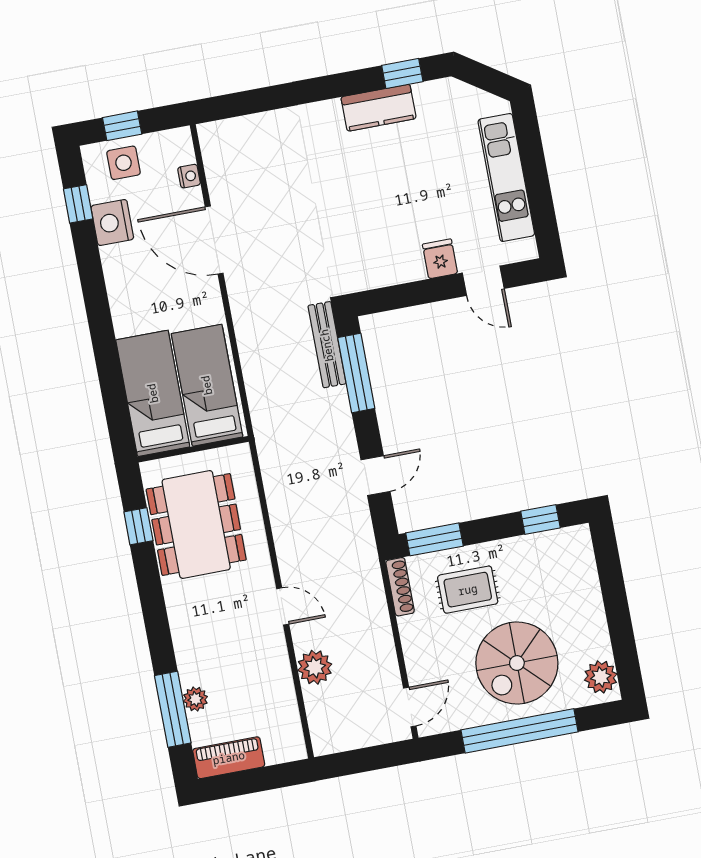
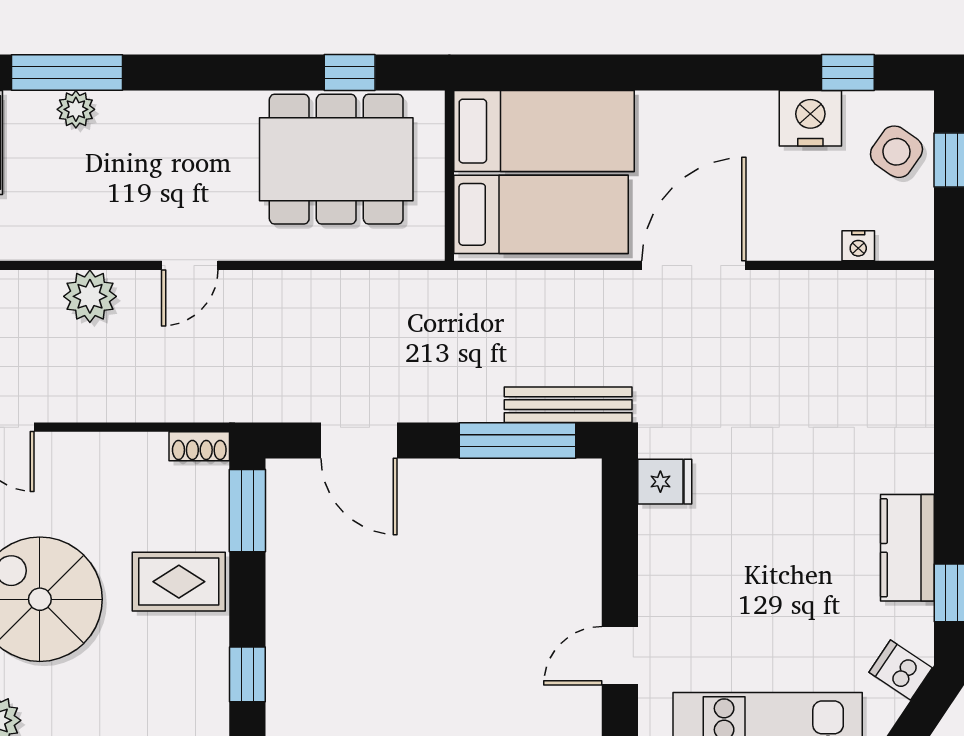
dishwasher: (458, 97) -> (901, 670), added
side table: (124, 163) -> (896, 152), turned 35
door: (214, 240) -> (694, 265), moved
fridge: (440, 259) -> (665, 482), moved
door: (376, 476) -> (359, 440), width x1.38
shoe rack: (400, 587) -> (199, 446), width x0.70
rug: (468, 590) -> (179, 582), moved, turned 90

